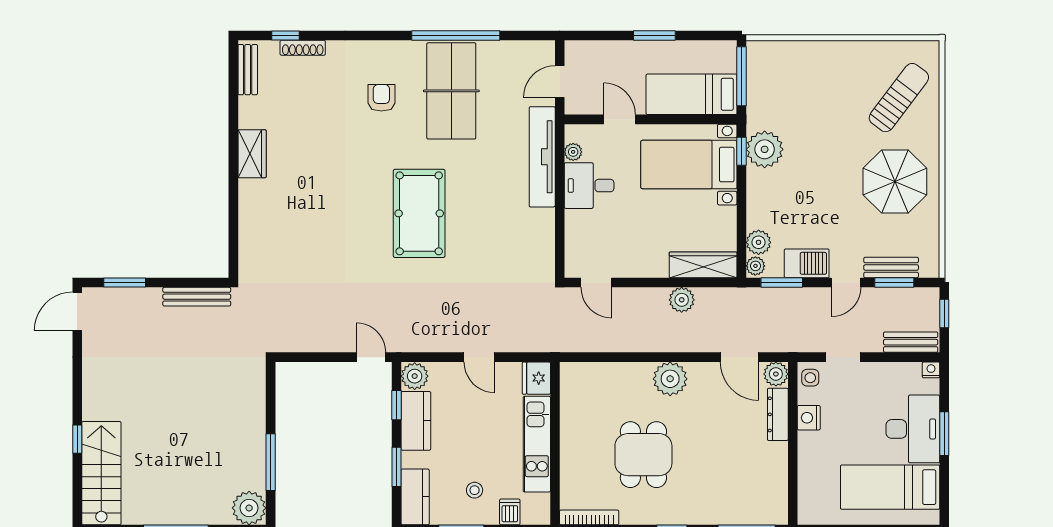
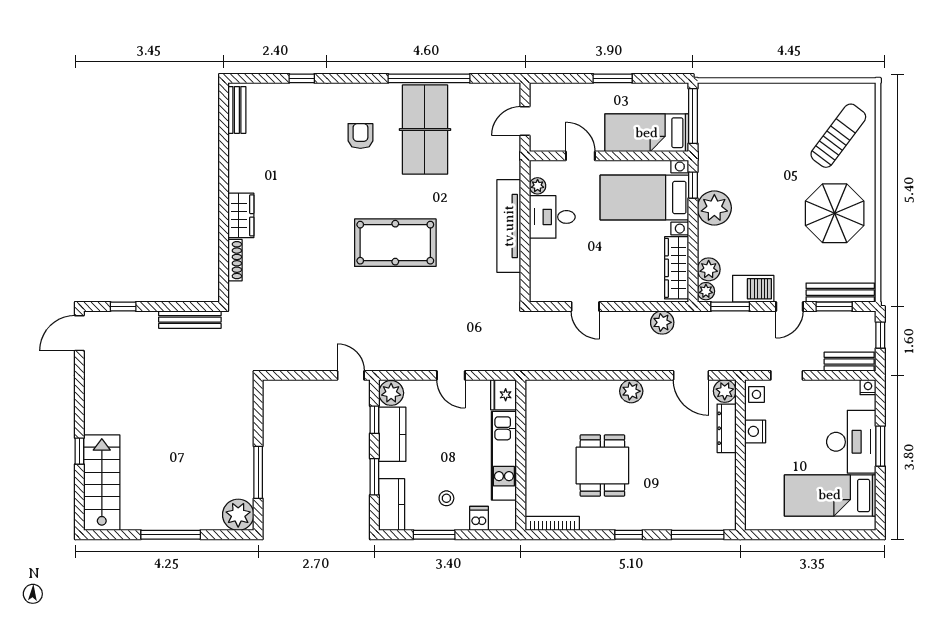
window: (285, 35) -> (302, 78), moved
shoe rack: (303, 48) -> (235, 260), moved, turned -90
plant: (765, 149) -> (714, 208), moved
wardrobe: (252, 154) -> (241, 215), moved
tv unit: (542, 157) -> (509, 226), moved
pool table: (419, 213) -> (395, 243), turned 90
wardrobe: (703, 265) -> (677, 268), moved, turned -90
bench: (891, 267) -> (840, 293), width x1.36
window: (125, 283) -> (123, 307), width x0.67
door: (596, 283) -> (585, 307), moved
plant: (682, 300) -> (662, 322), moved
plant: (670, 379) -> (631, 391), width x0.73, depth x0.73

